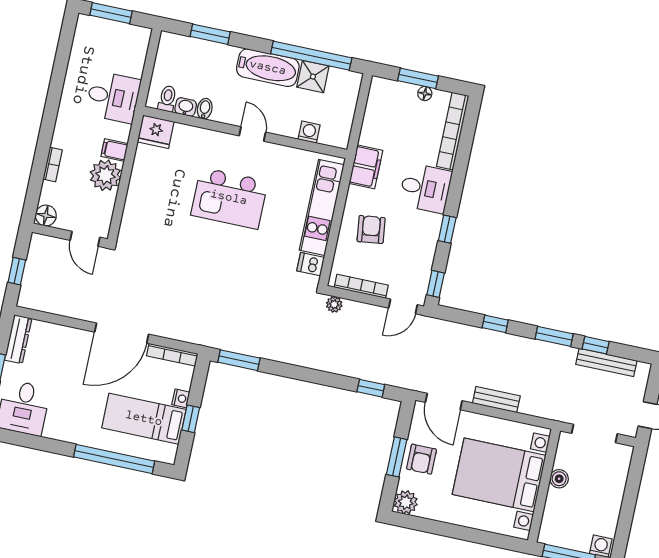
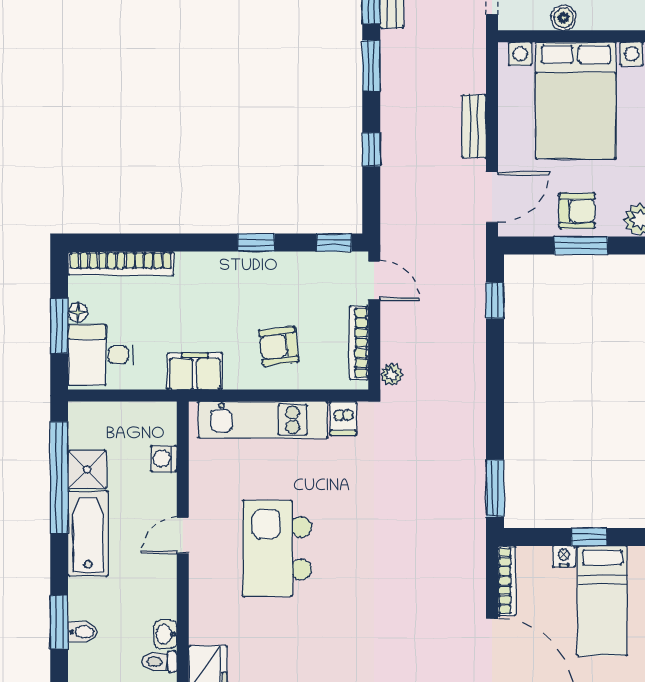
bidet: (205, 109) -> (83, 632), moved, turned 180
desk: (425, 188) -> (101, 355), moved, turned -90
kitchen island: (229, 198) -> (277, 548), turned 180

